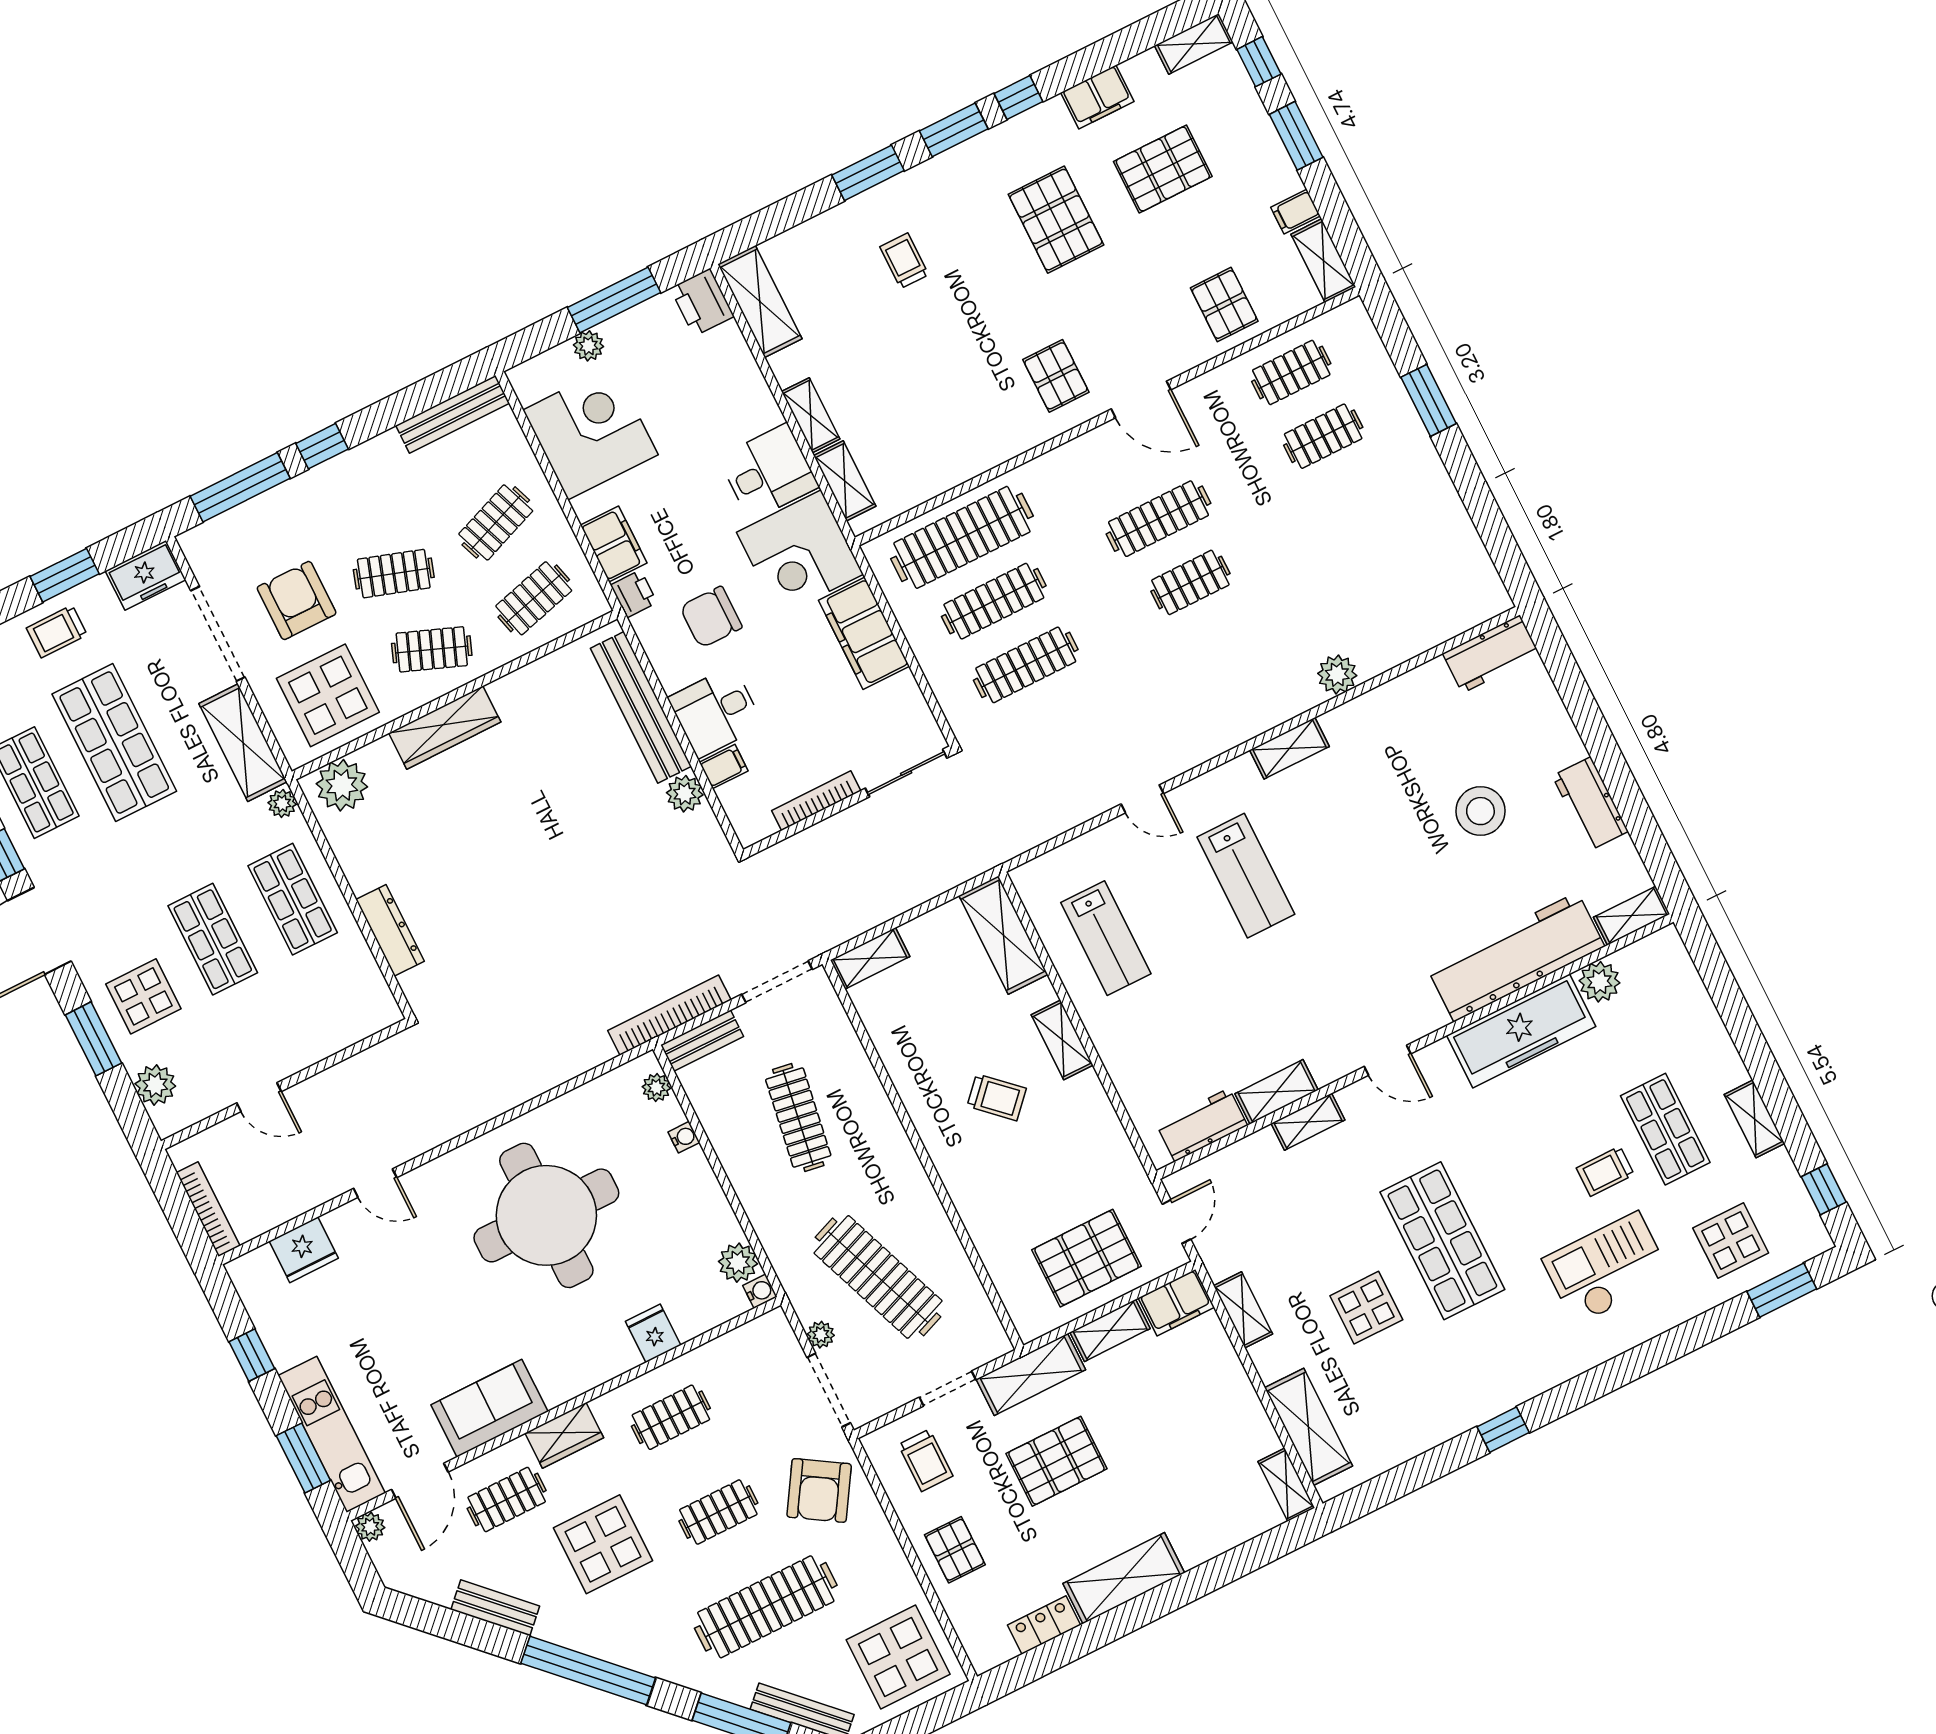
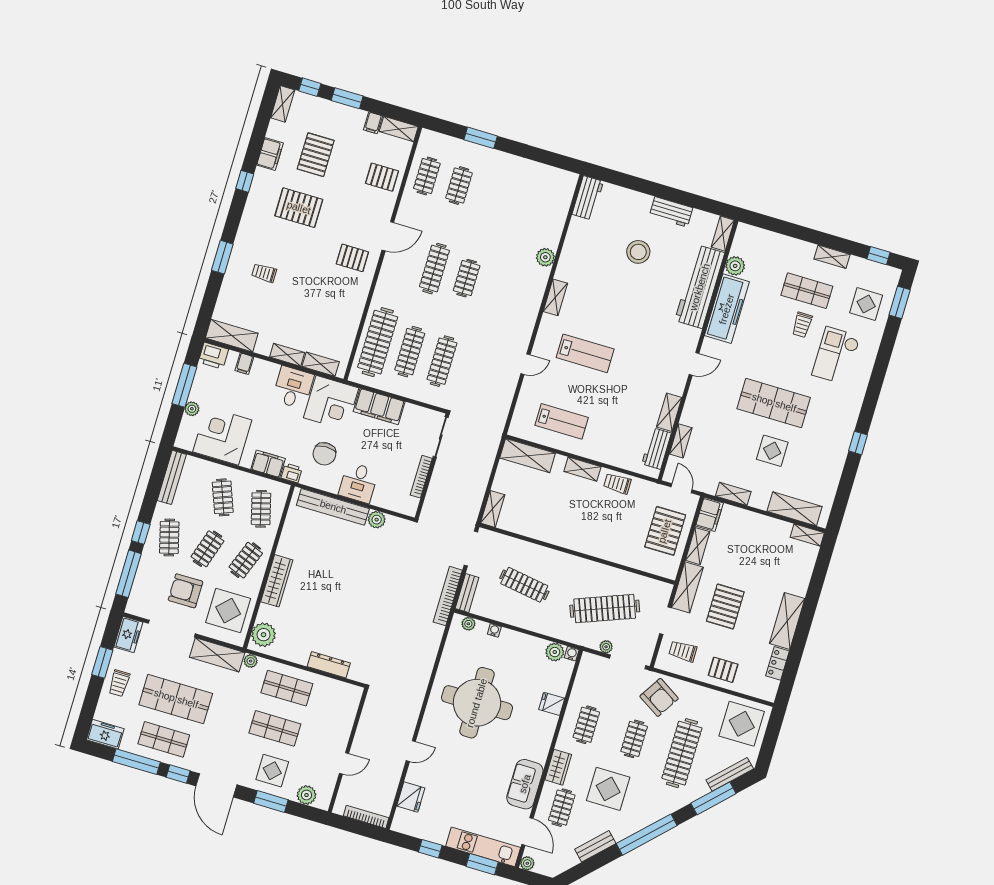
window: (954, 130) -> (235, 214), removed
clothes rail: (356, 498) -> (169, 537), added
filing cabinet: (724, 767) -> (244, 364), moved, turned 180
trolley: (997, 1097) -> (617, 484), moved, turned -133
shelving: (1308, 1122) -> (681, 441), moved
trolley: (926, 1460) -> (683, 651), turned 180

